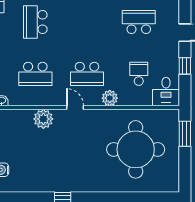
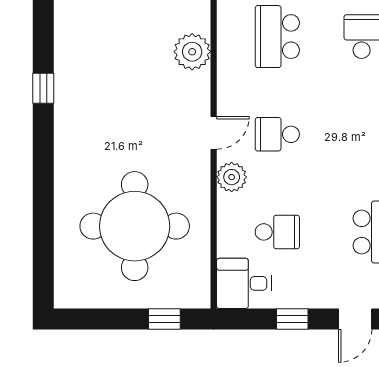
school desk: (87, 74) -> (277, 134), width x0.54
door: (75, 108) -> (214, 133), moved
window: (185, 134) -> (164, 319), width x0.67

